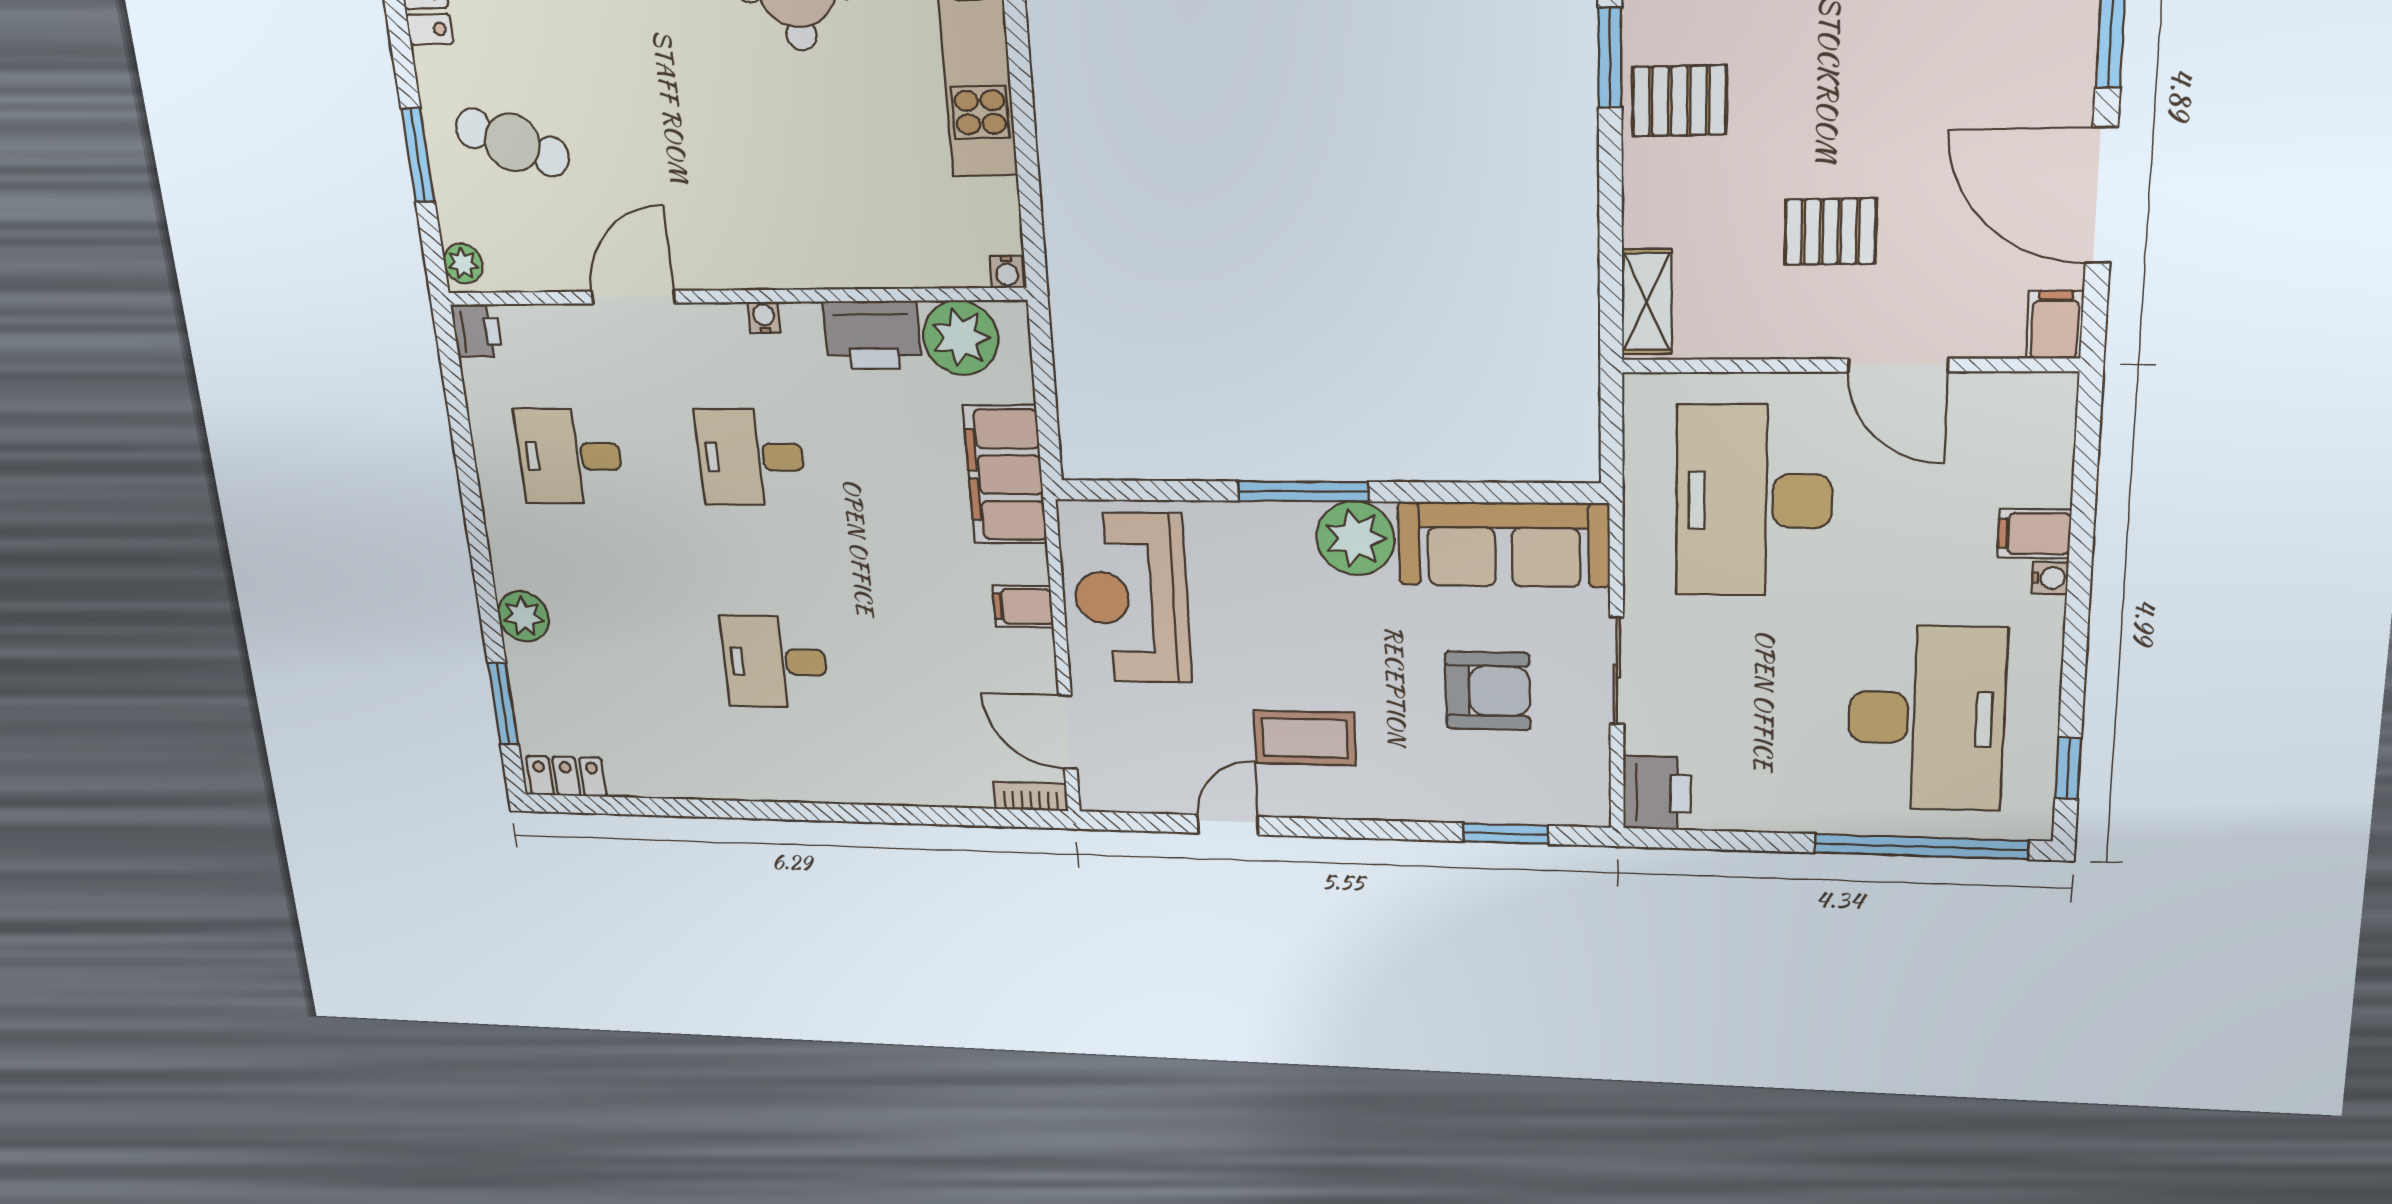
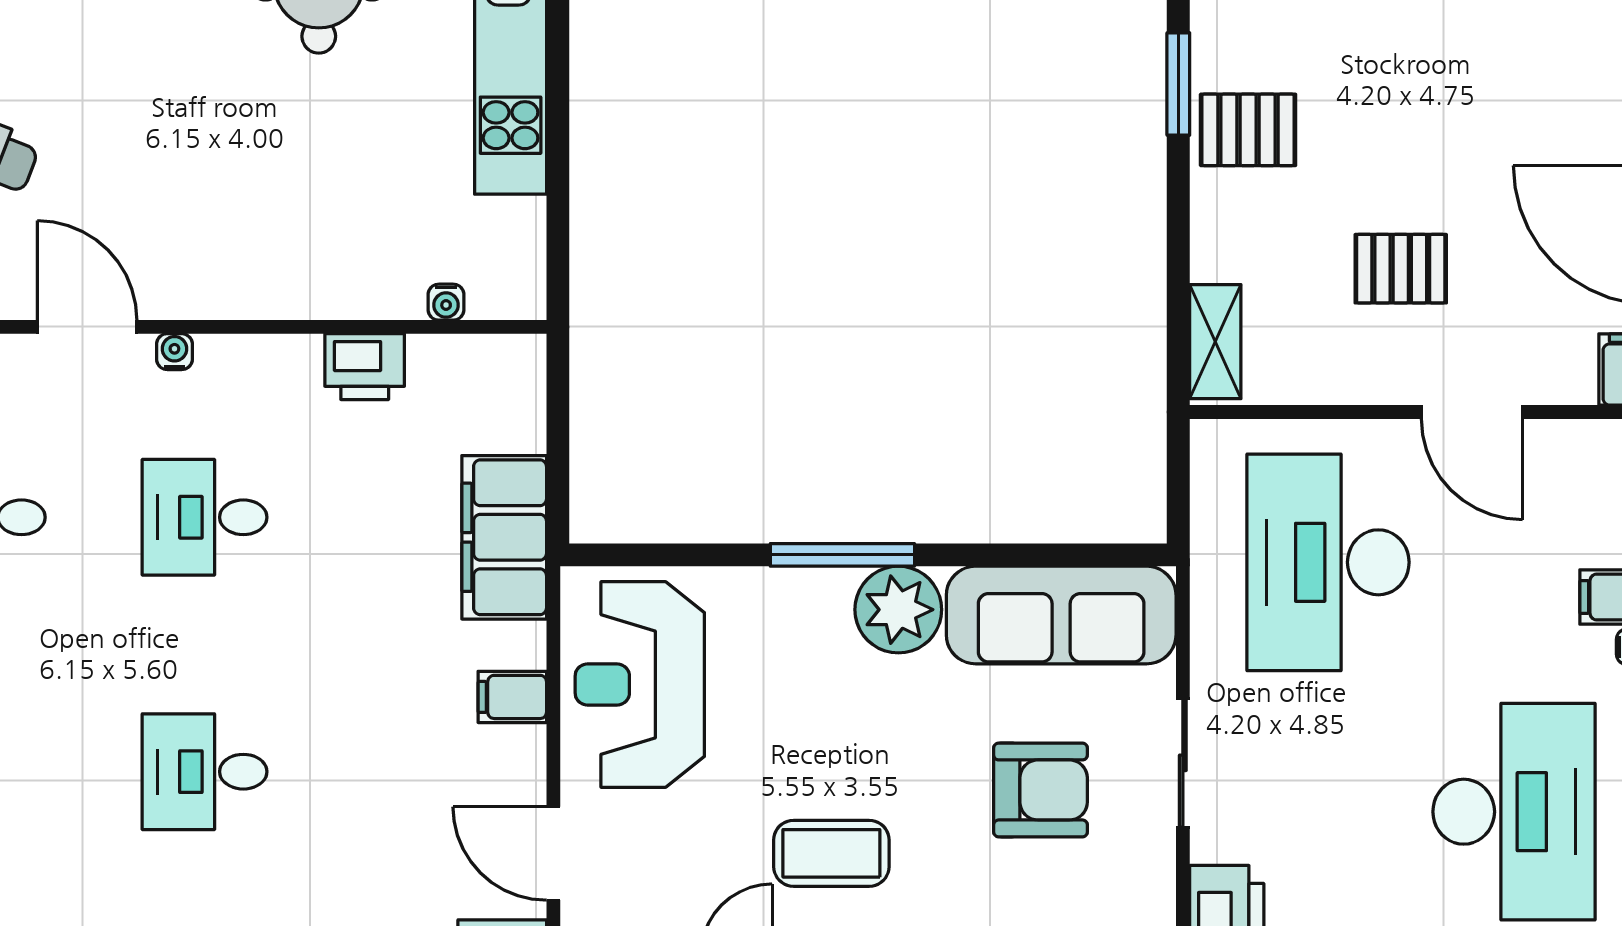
water cooler: (1007, 272) -> (446, 302), moved
door: (633, 297) -> (87, 327), hinge flipped
water cooler: (764, 317) -> (174, 352), moved
printer: (872, 335) -> (365, 367), width x0.73, depth x0.84
plant: (961, 338) -> (467, 377), removed

